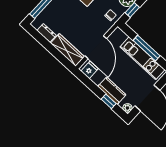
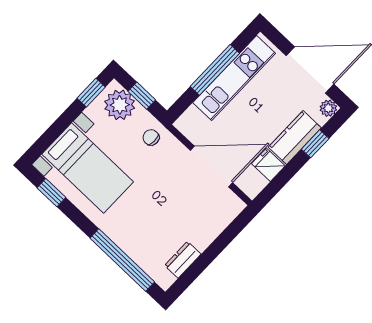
wardrobe: (68, 50) -> (216, 220), removed
fridge: (90, 70) -> (268, 165), moved

